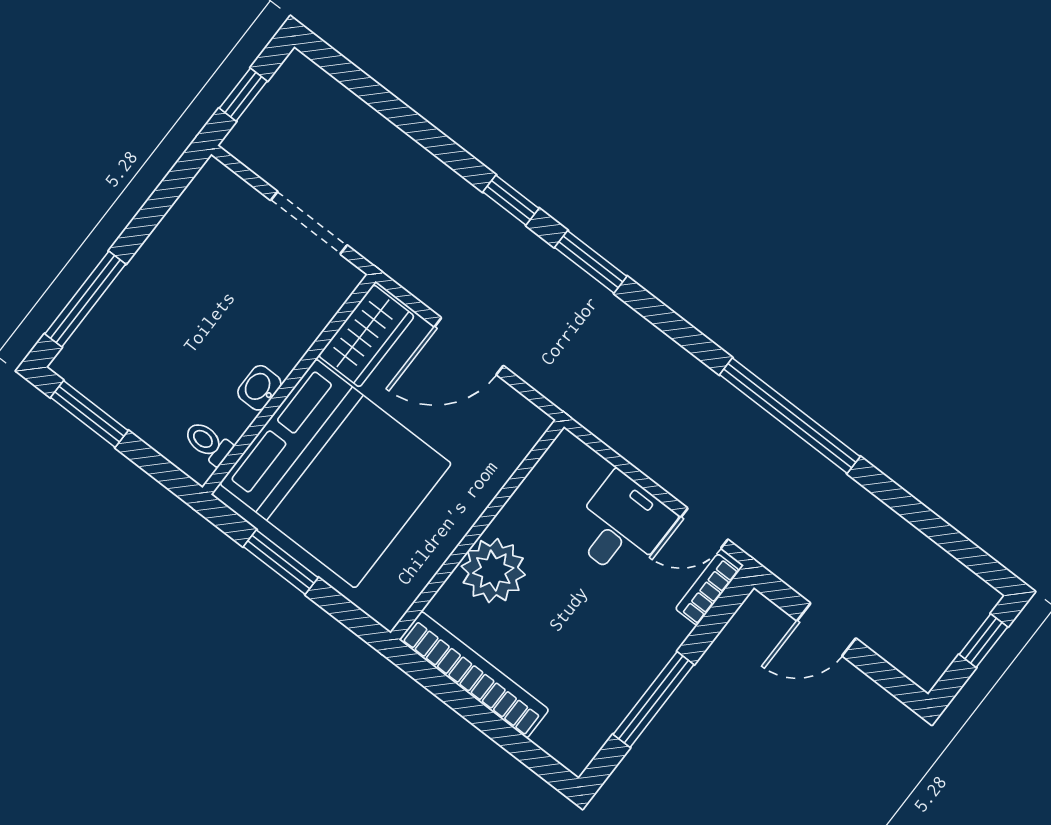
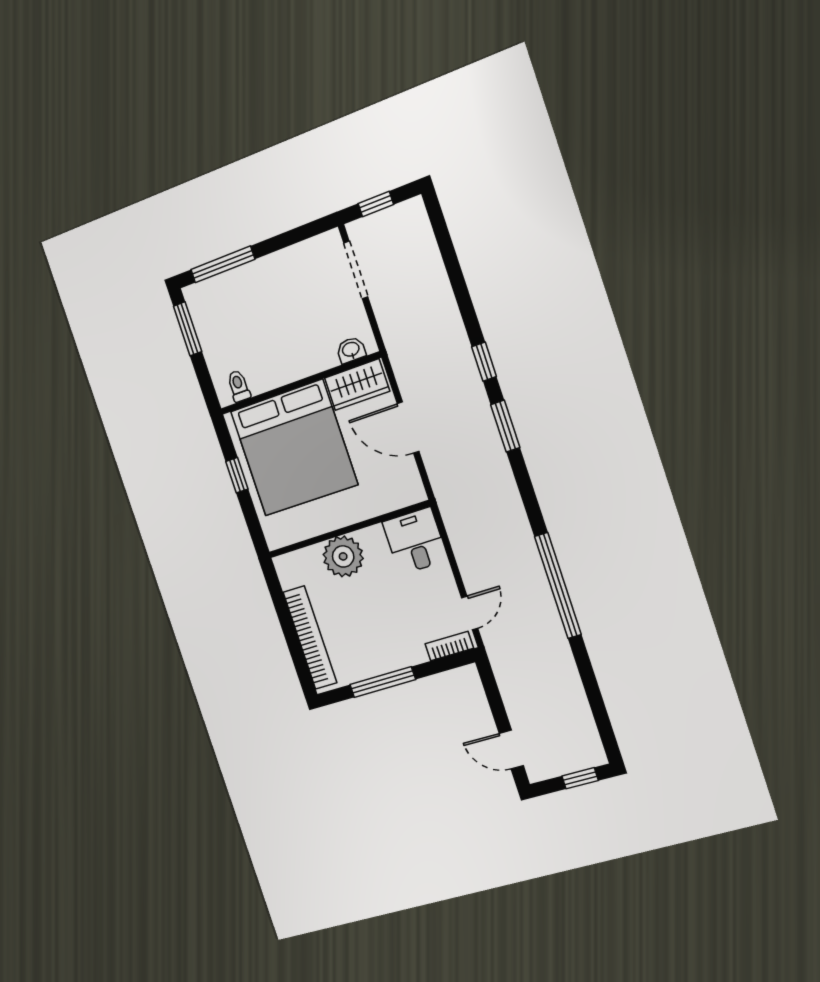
doorway: (309, 223) -> (356, 270), moved
washbasin: (259, 388) -> (351, 350), moved
desk: (622, 526) -> (415, 541), moved, turned -90
door: (704, 528) -> (470, 613), swing flipped
window: (281, 562) -> (237, 475), width x0.67
door: (826, 630) -> (511, 750), moved
bookcase: (474, 675) -> (310, 637), moved

